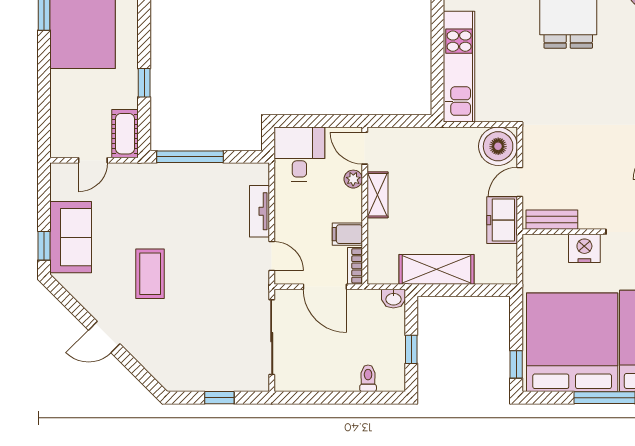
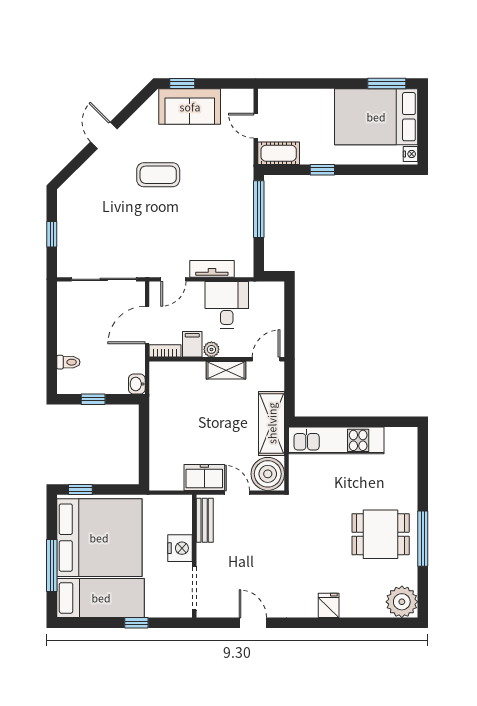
desk: (299, 154) -> (227, 305), moved, turned -90
plant: (353, 179) -> (211, 349), moved
shelving: (437, 269) -> (272, 423), moved

